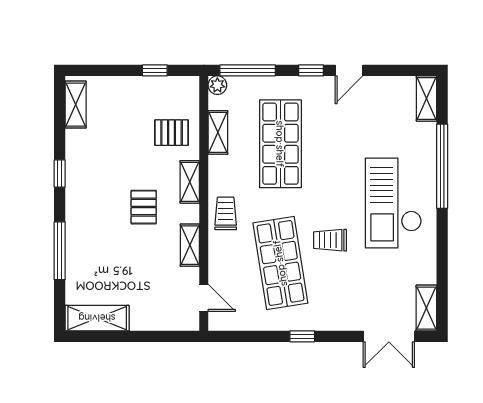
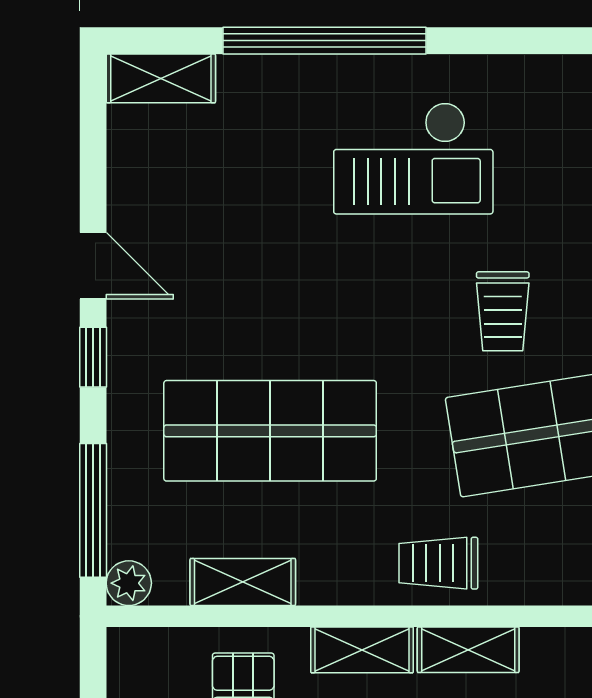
checkout: (393, 203) -> (413, 158), width x0.73, depth x0.83
shelving: (190, 245) -> (468, 650), moved

